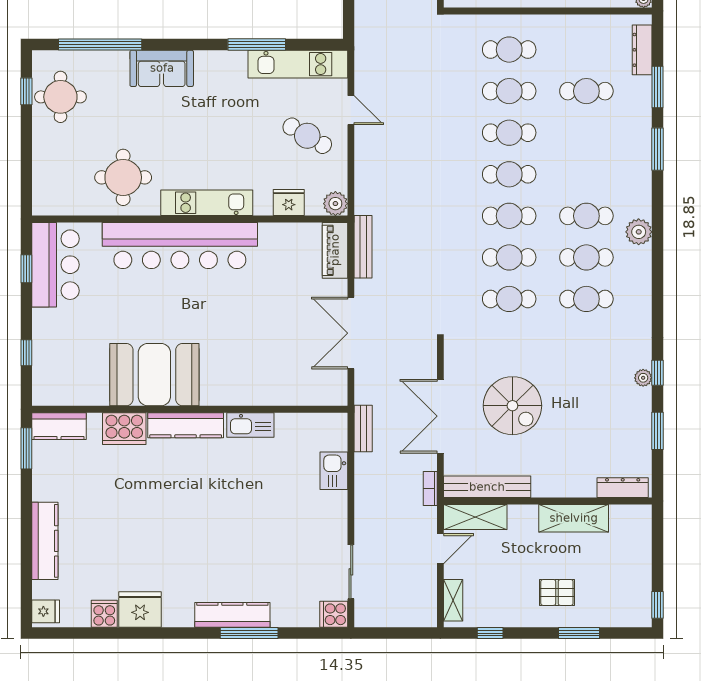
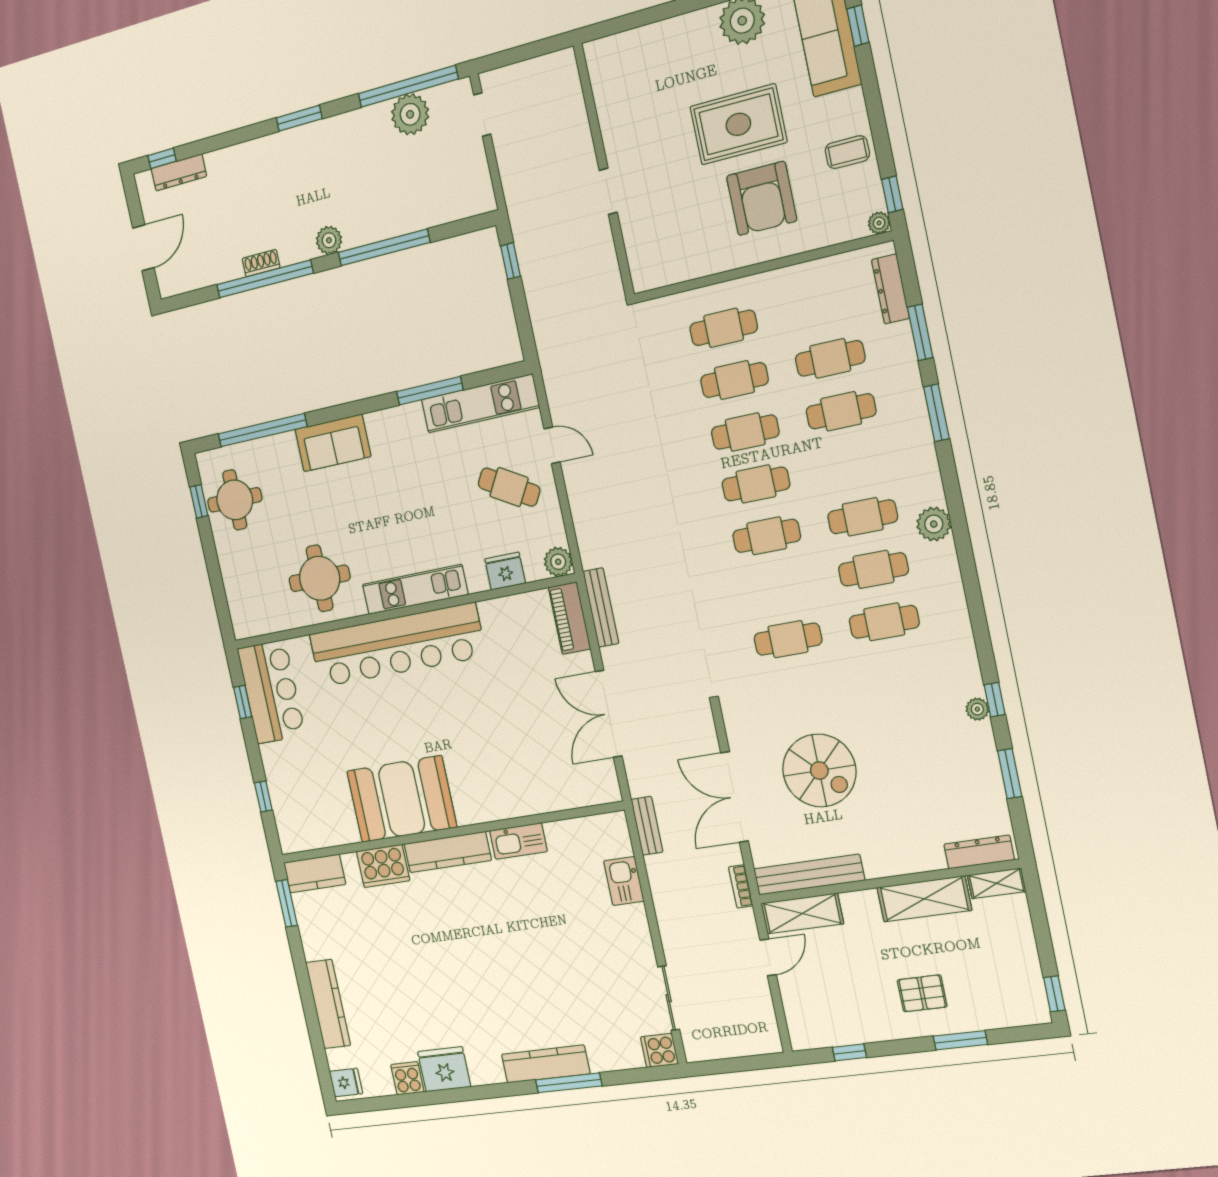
cafe table: (509, 257) -> (841, 411), moved
shelving: (453, 600) -> (997, 883), moved, turned 90

